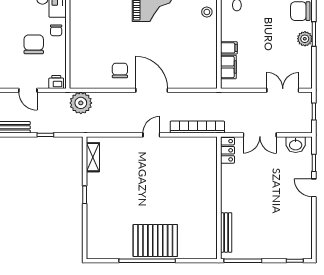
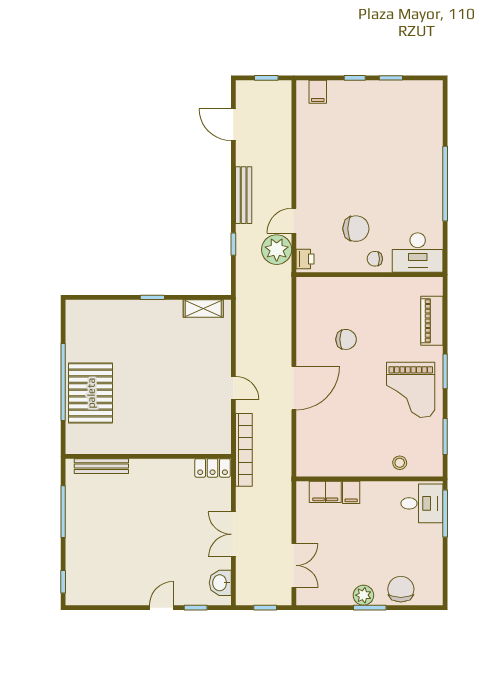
chair: (120, 70) -> (346, 339), moved
plant: (81, 103) -> (277, 250), moved
locker: (227, 150) -> (213, 468), moved
wall: (219, 198) -> (148, 456), moved
bench: (226, 232) -> (101, 466), moved

